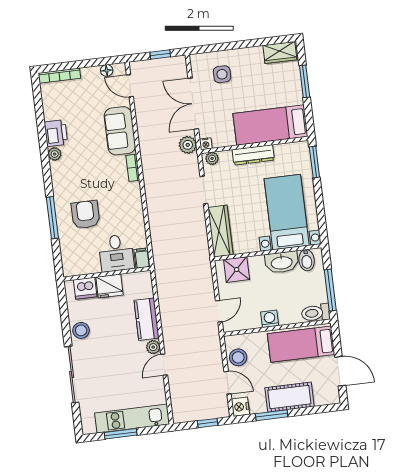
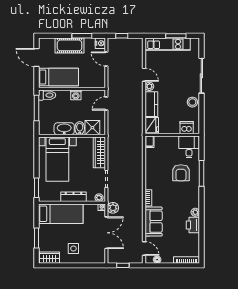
side table: (222, 74) -> (73, 249), moved
desk: (116, 253) -> (189, 147), moved
bidet: (307, 260) -> (80, 128), moved
fridge: (109, 286) -> (152, 125), moved, turned 90
stool: (238, 357) -> (98, 74), removed
door: (164, 365) -> (144, 75), hinge flipped

